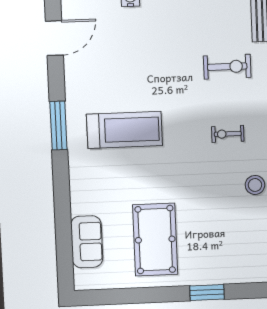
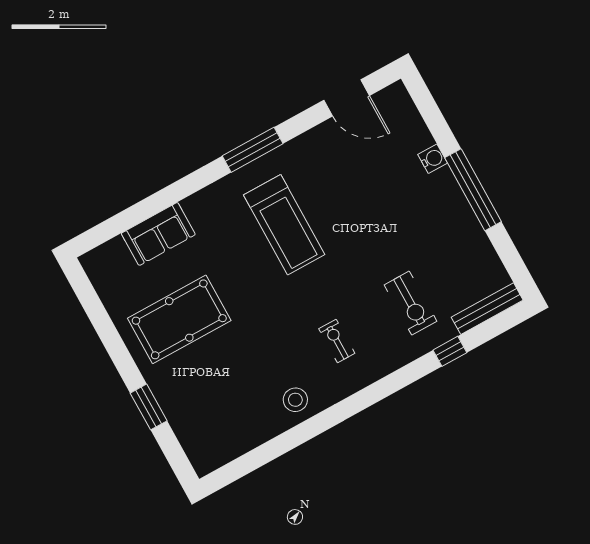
sofa: (87, 242) -> (158, 234), moved

